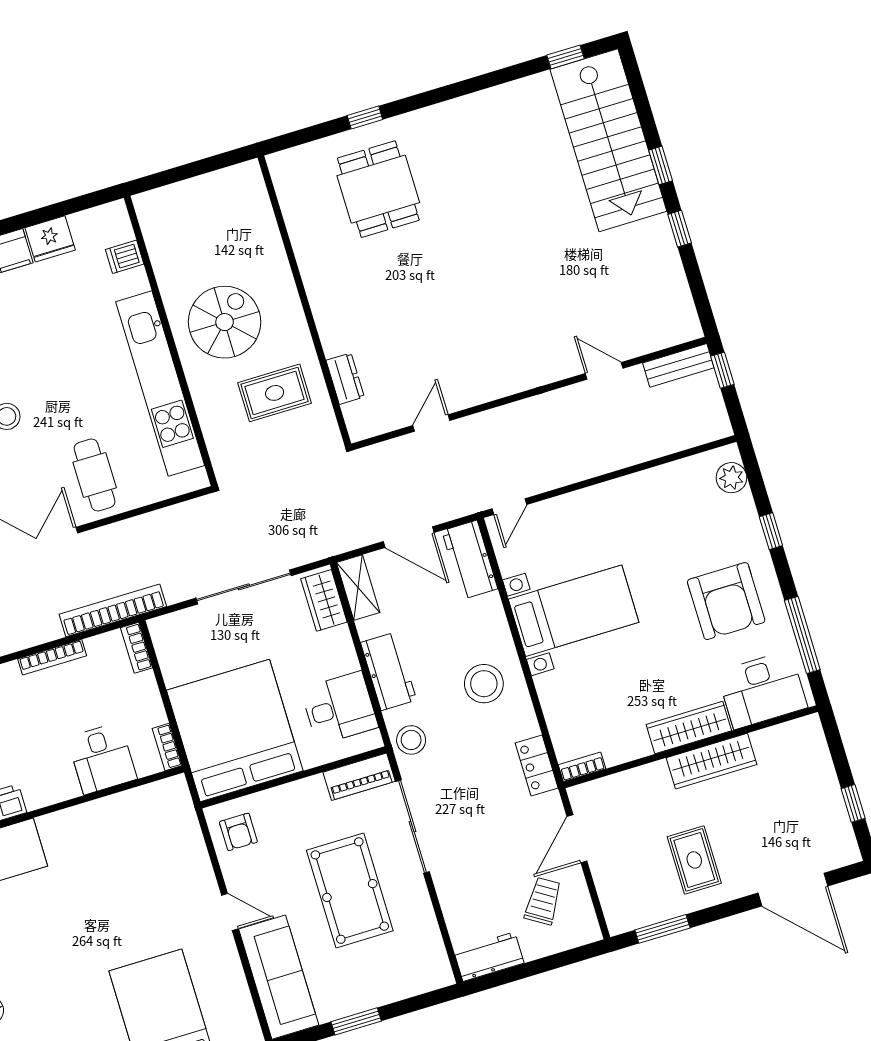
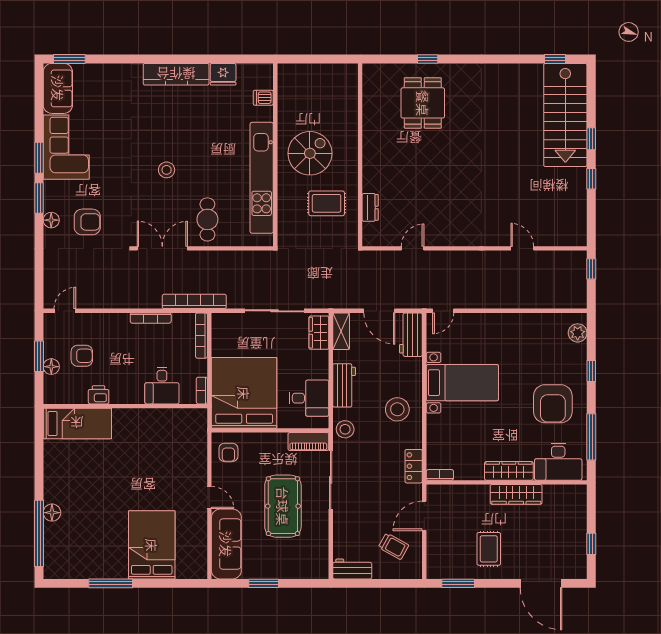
bench: (678, 365) -> (566, 258), removed
bookcase: (136, 648) -> (201, 336), width x1.56
trolley: (543, 901) -> (394, 546), turned 87

